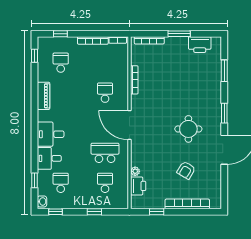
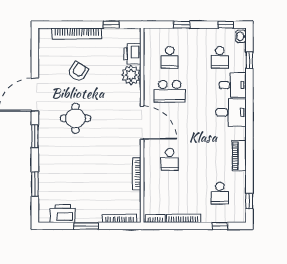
plant: (135, 171) -> (131, 75), width x1.88, depth x1.88

